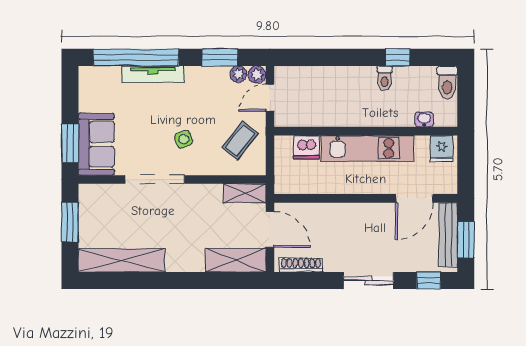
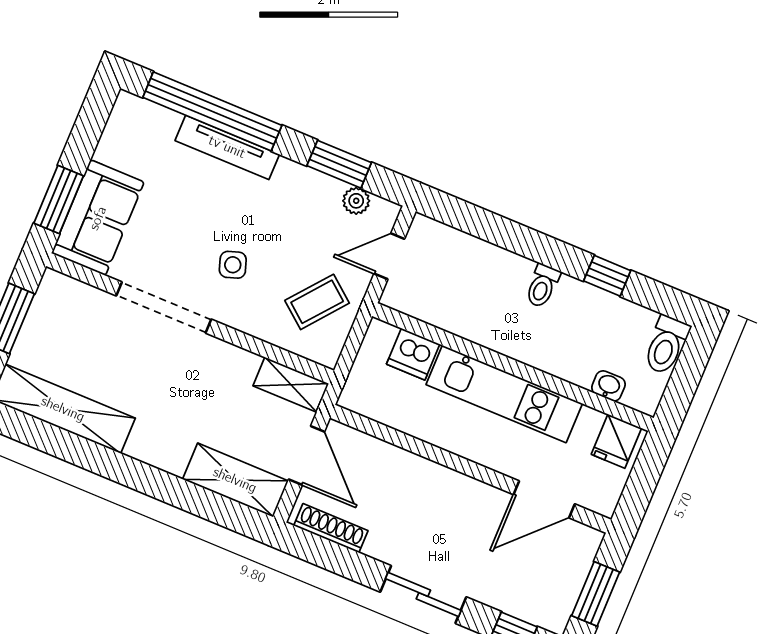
plant: (257, 75) -> (384, 213), removed
toilet: (385, 78) -> (542, 286), moved
bench: (448, 235) -> (572, 576), removed

